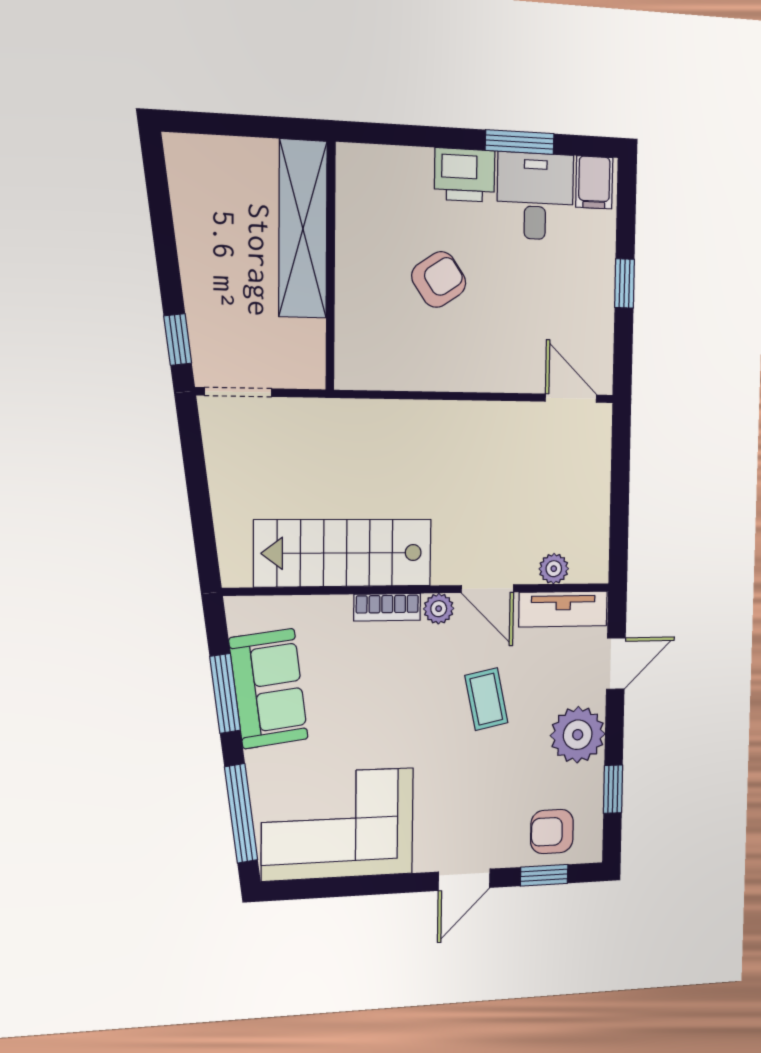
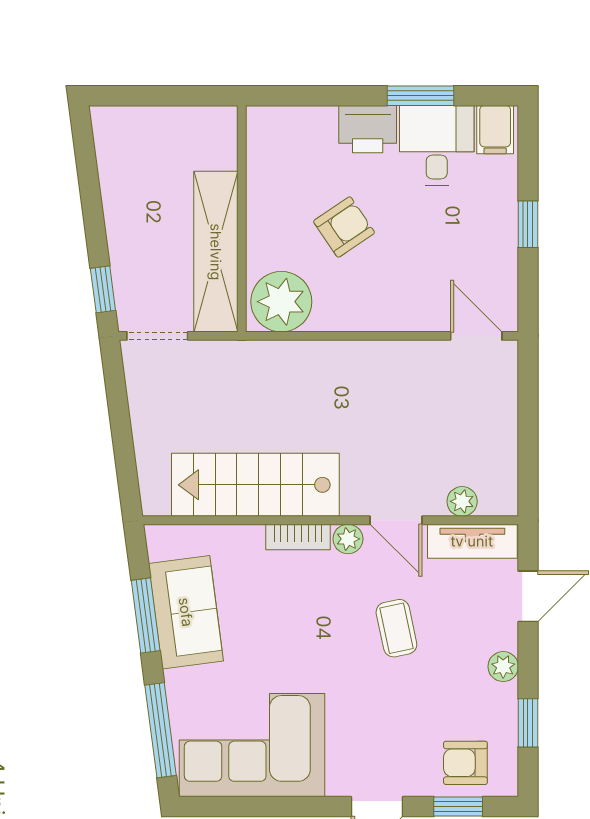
shelving: (303, 229) -> (216, 252), moved
plant: (372, 358) -> (281, 302), added
plant: (578, 735) -> (503, 667), width x0.53, depth x0.53

